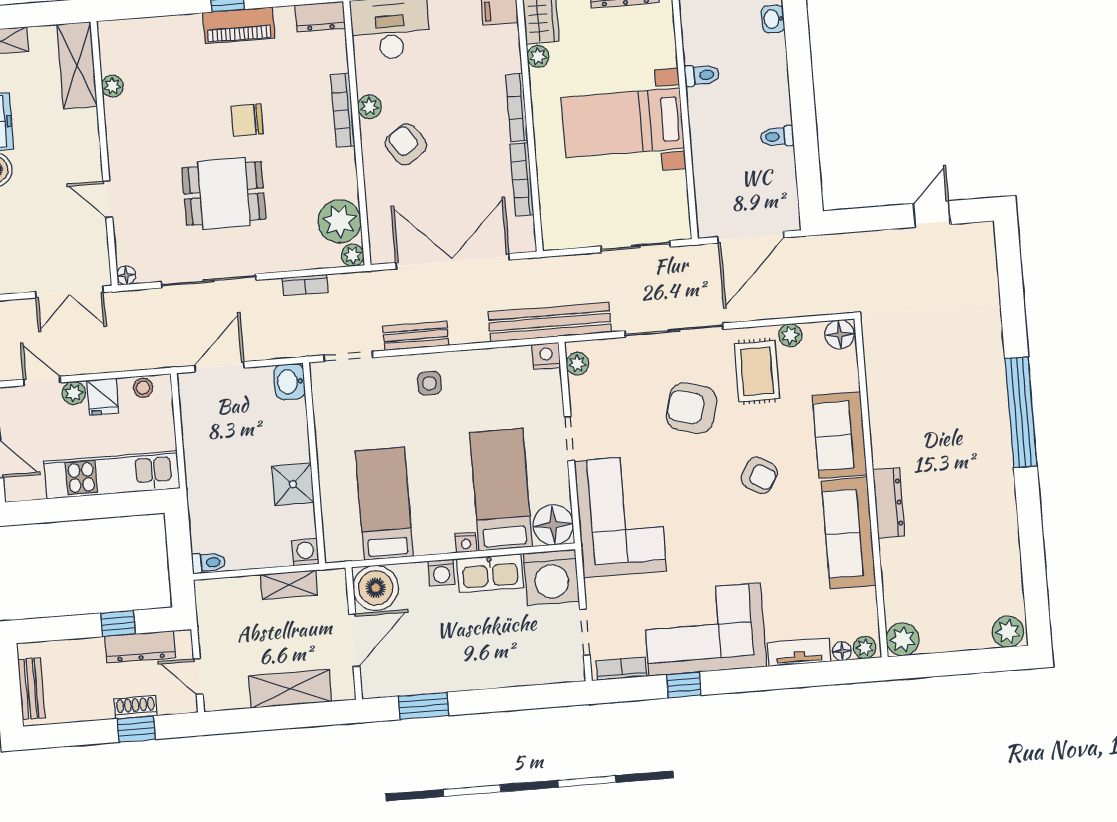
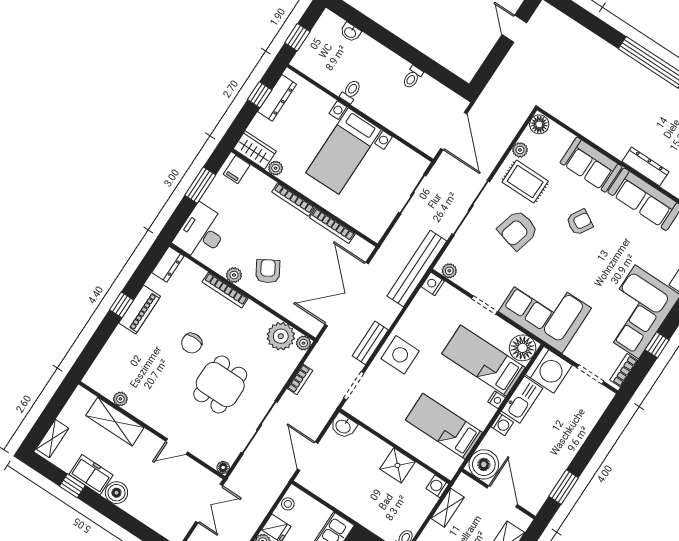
shelving: (77, 65) -> (115, 422), moved
armchair: (406, 144) -> (268, 271), turned 94
side table: (429, 383) -> (400, 355), width x1.87, depth x1.87

